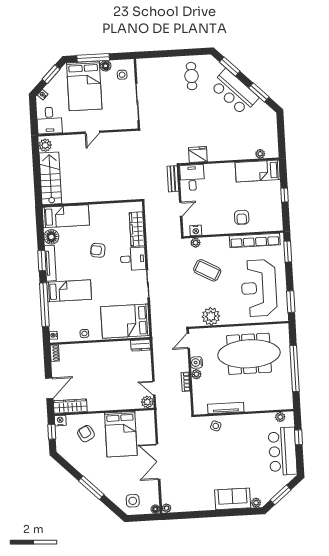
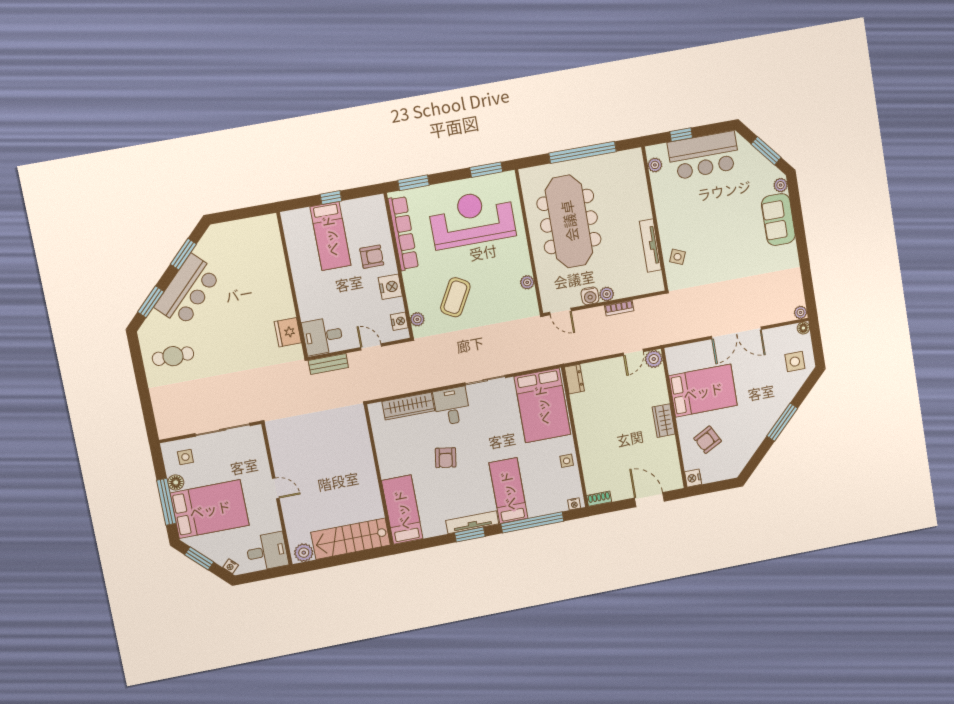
plant: (260, 154) -> (275, 241), removed
bed: (258, 171) -> (330, 236), moved
nightstand: (220, 227) -> (390, 287), added
floor lamp: (51, 237) -> (435, 526), removed
reception desk: (259, 288) -> (472, 219), turned 180
plant: (211, 316) -> (527, 282), width x0.53, depth x0.53
wardrobe: (70, 406) -> (664, 421), moved, width x0.67
window: (52, 432) -> (710, 488), removed

